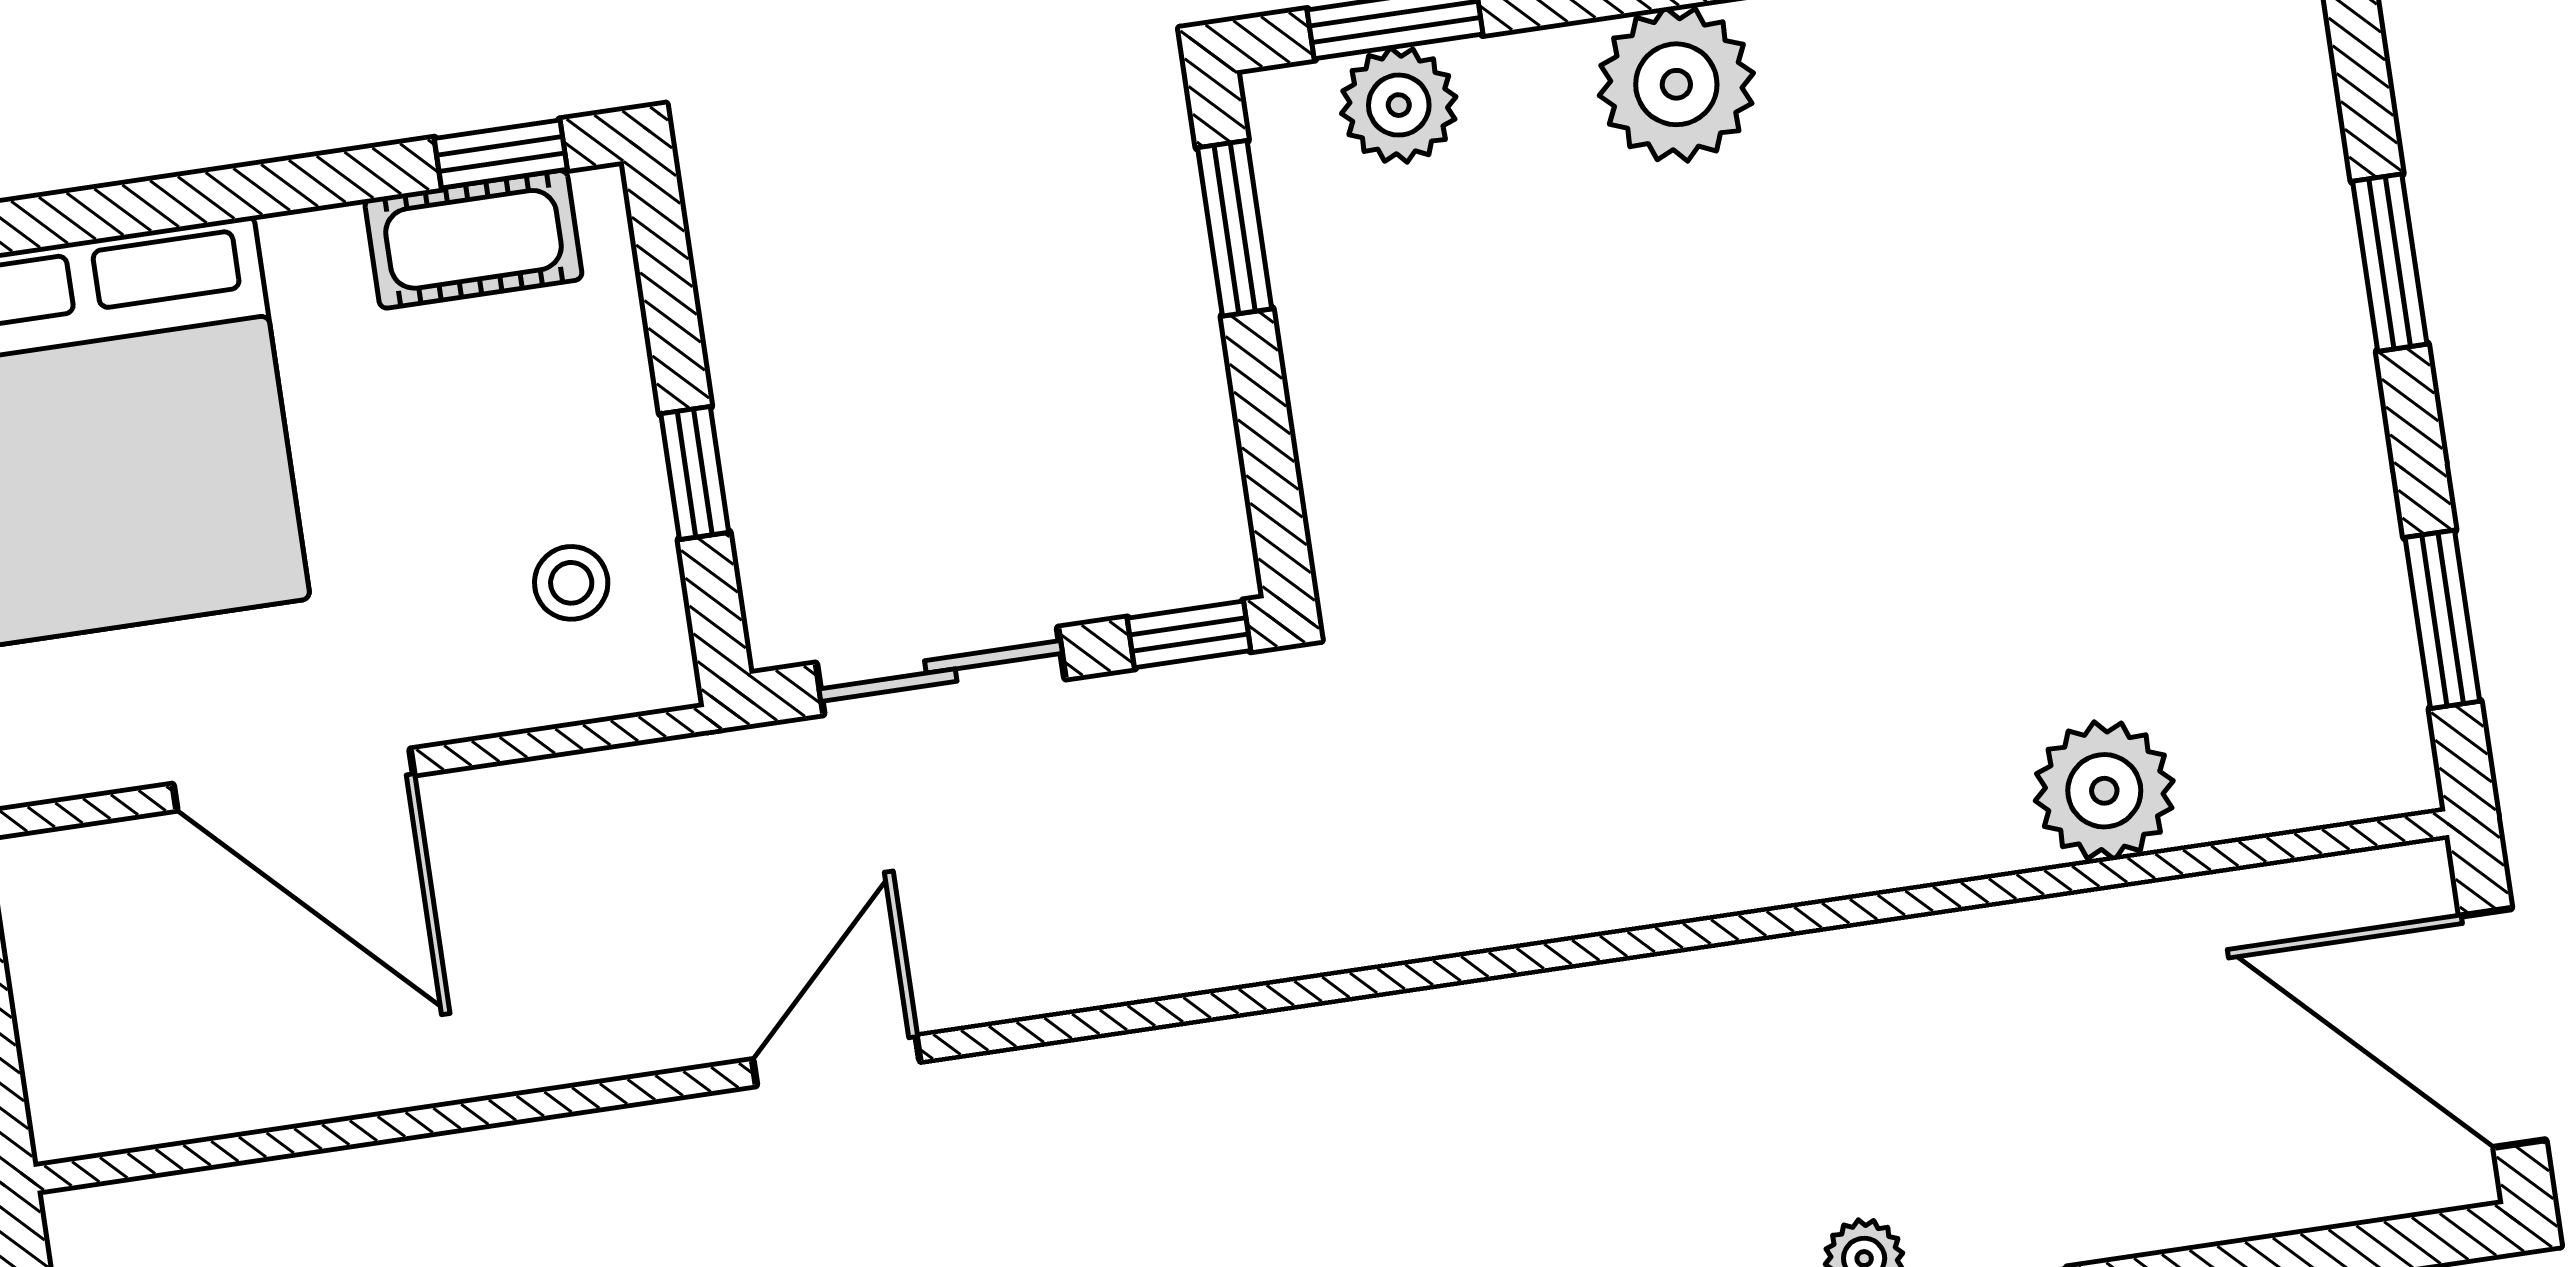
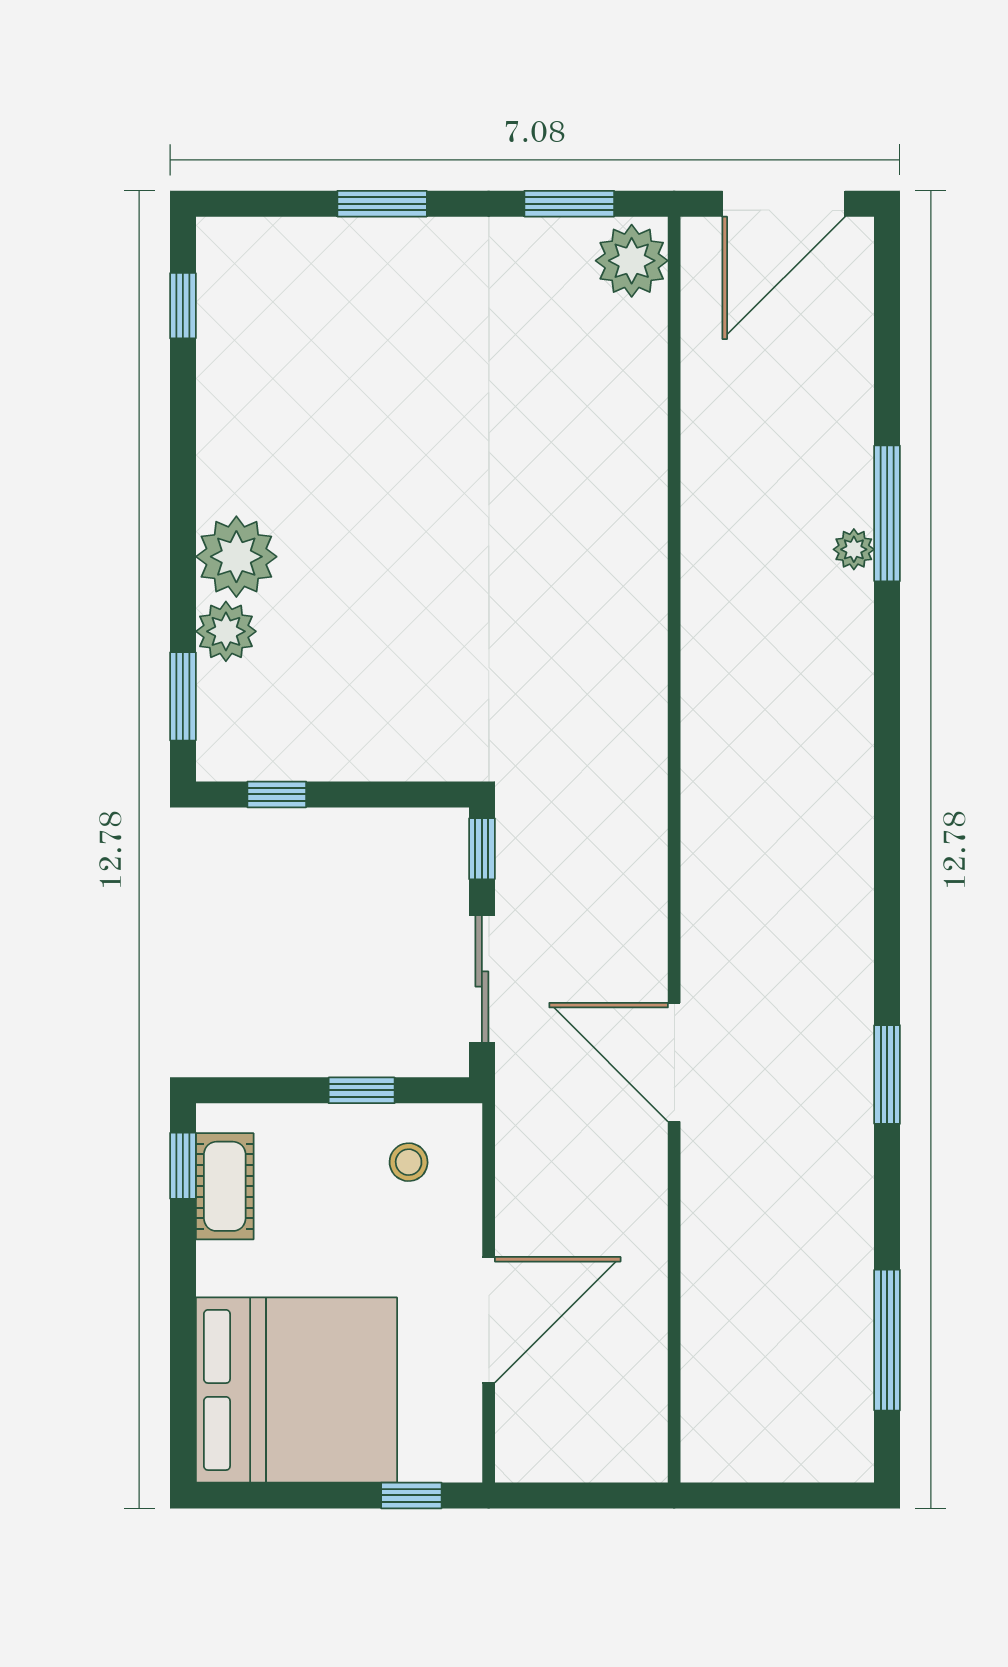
plant: (1399, 105) -> (226, 631), moved
window: (1235, 228) -> (277, 794), width x0.67
plant: (2104, 791) -> (632, 261), moved
door: (836, 1061) -> (674, 1062), width x1.36

